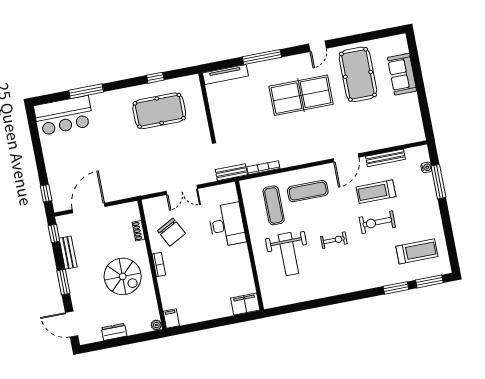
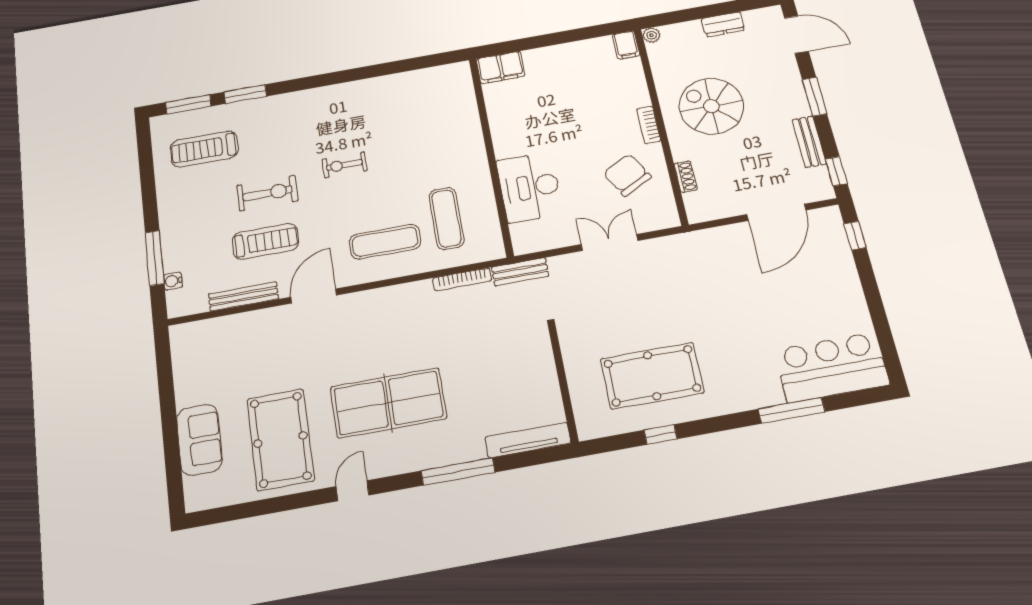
weight bench: (288, 254) -> (424, 143), removed

